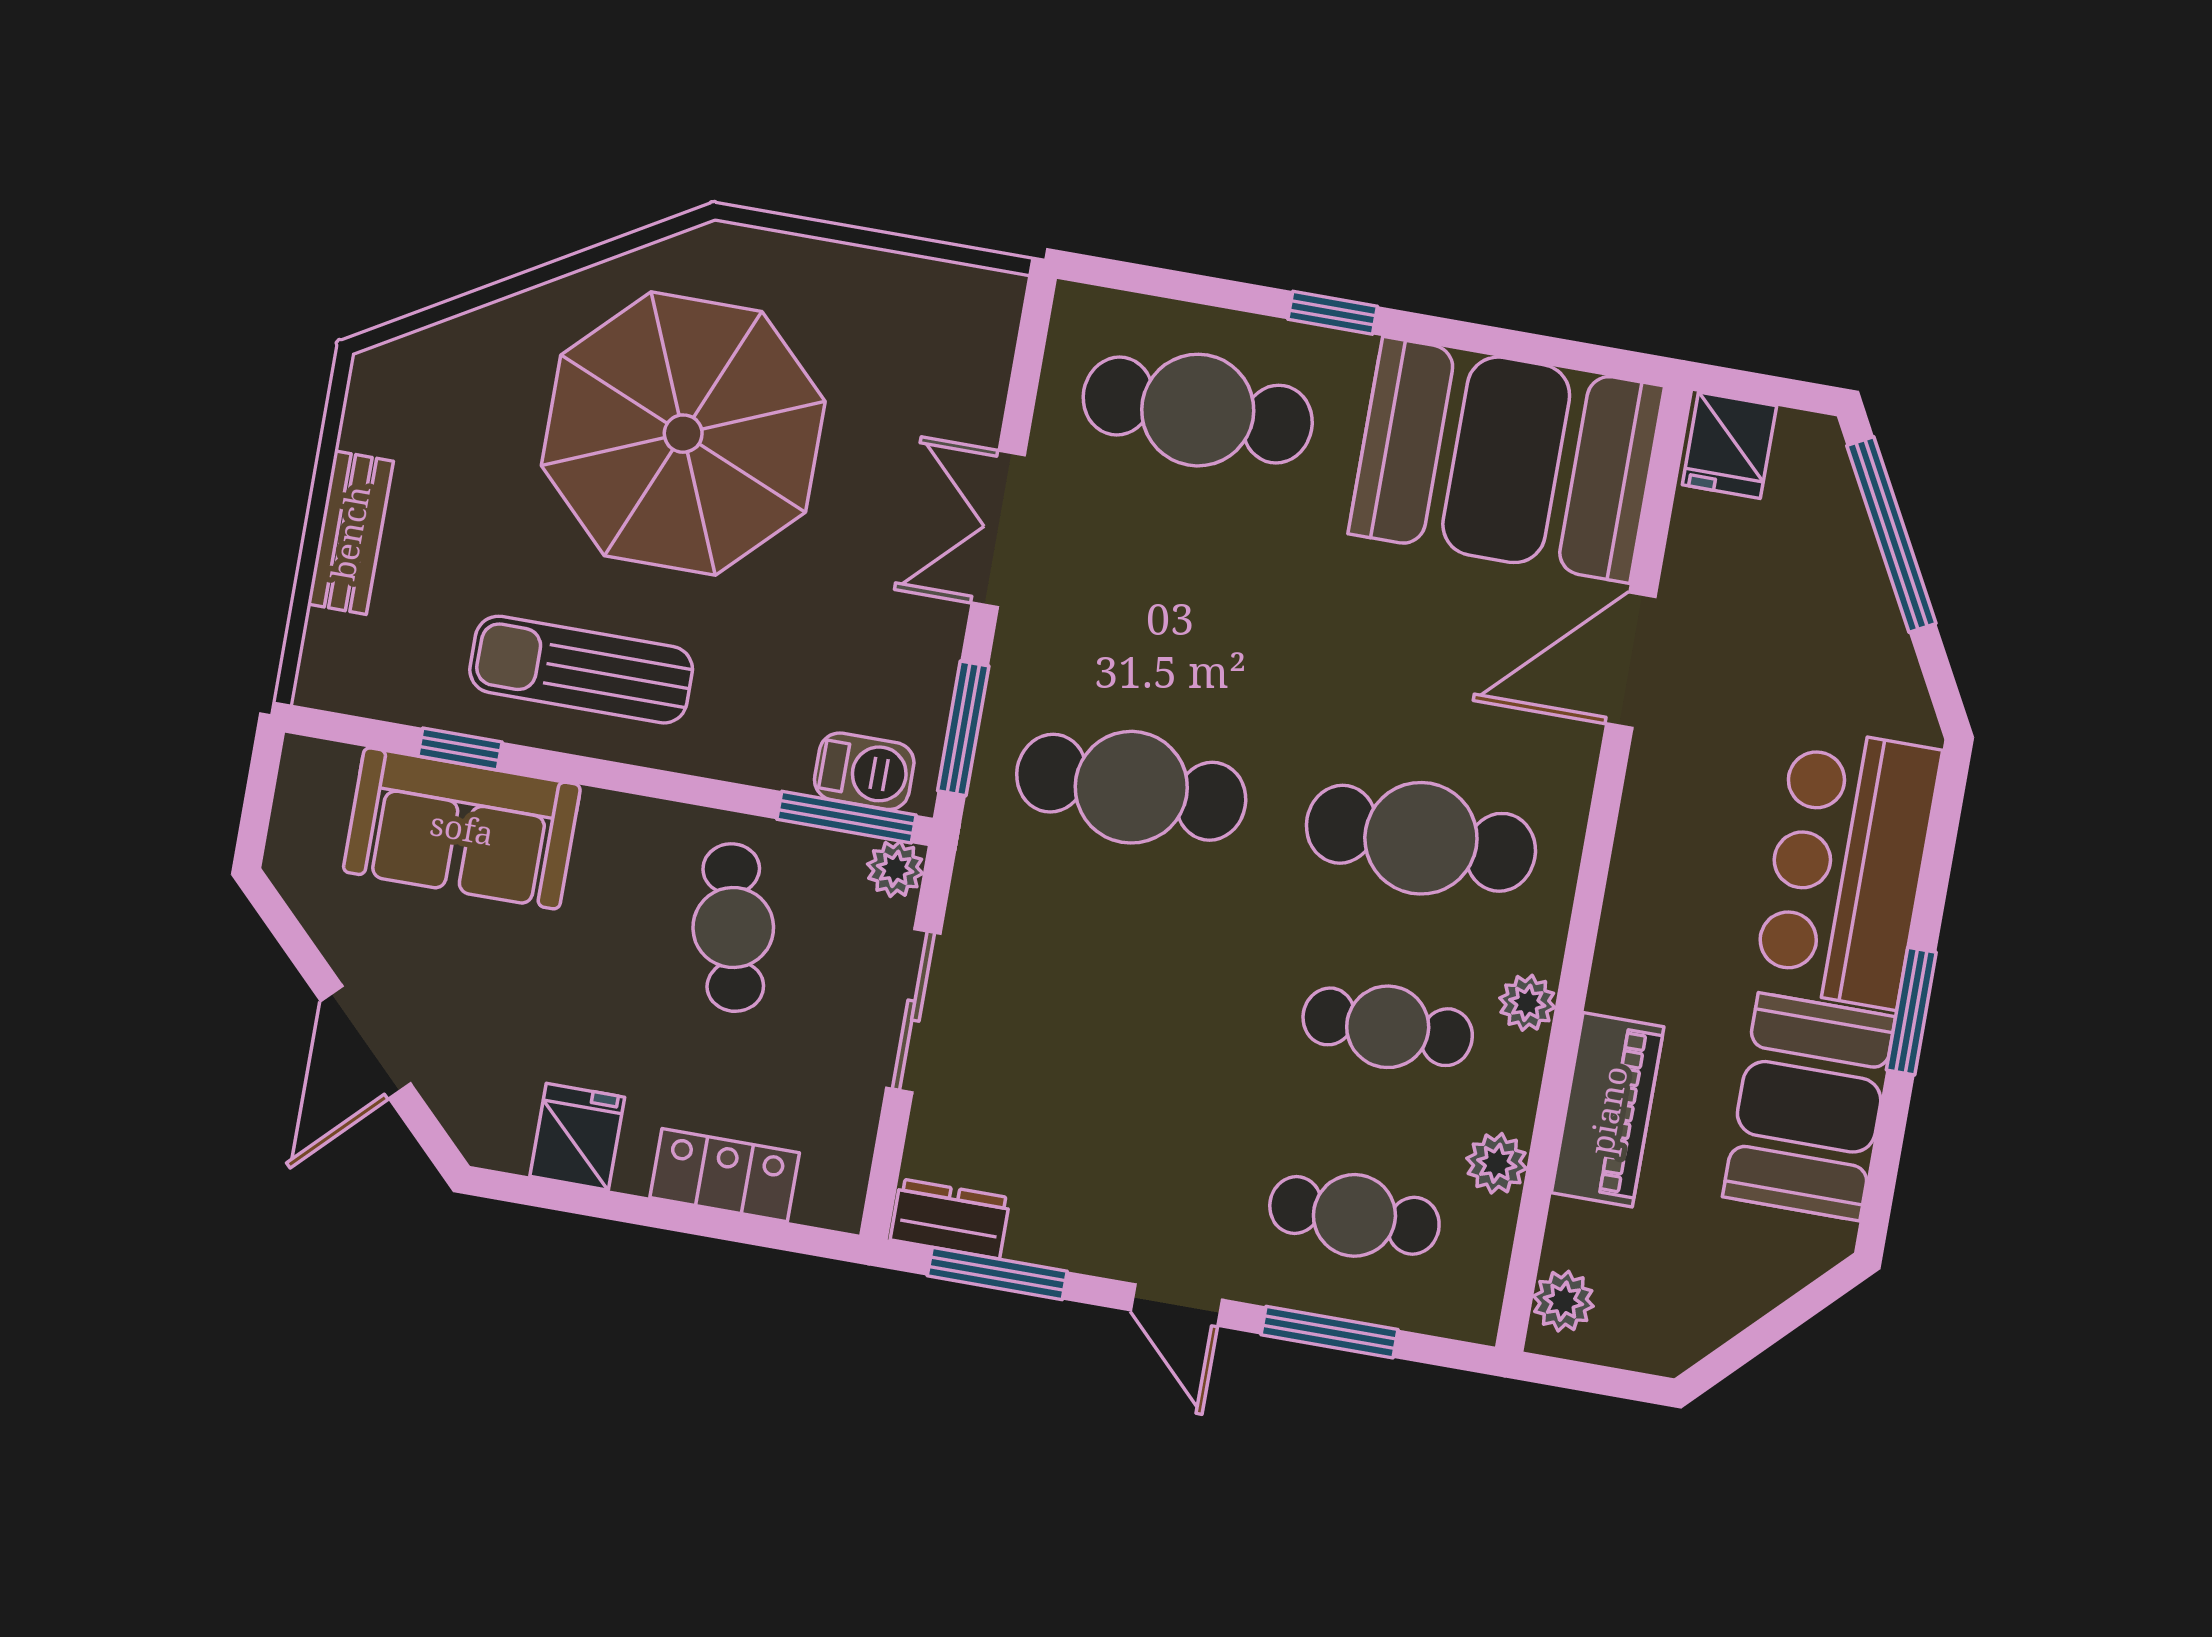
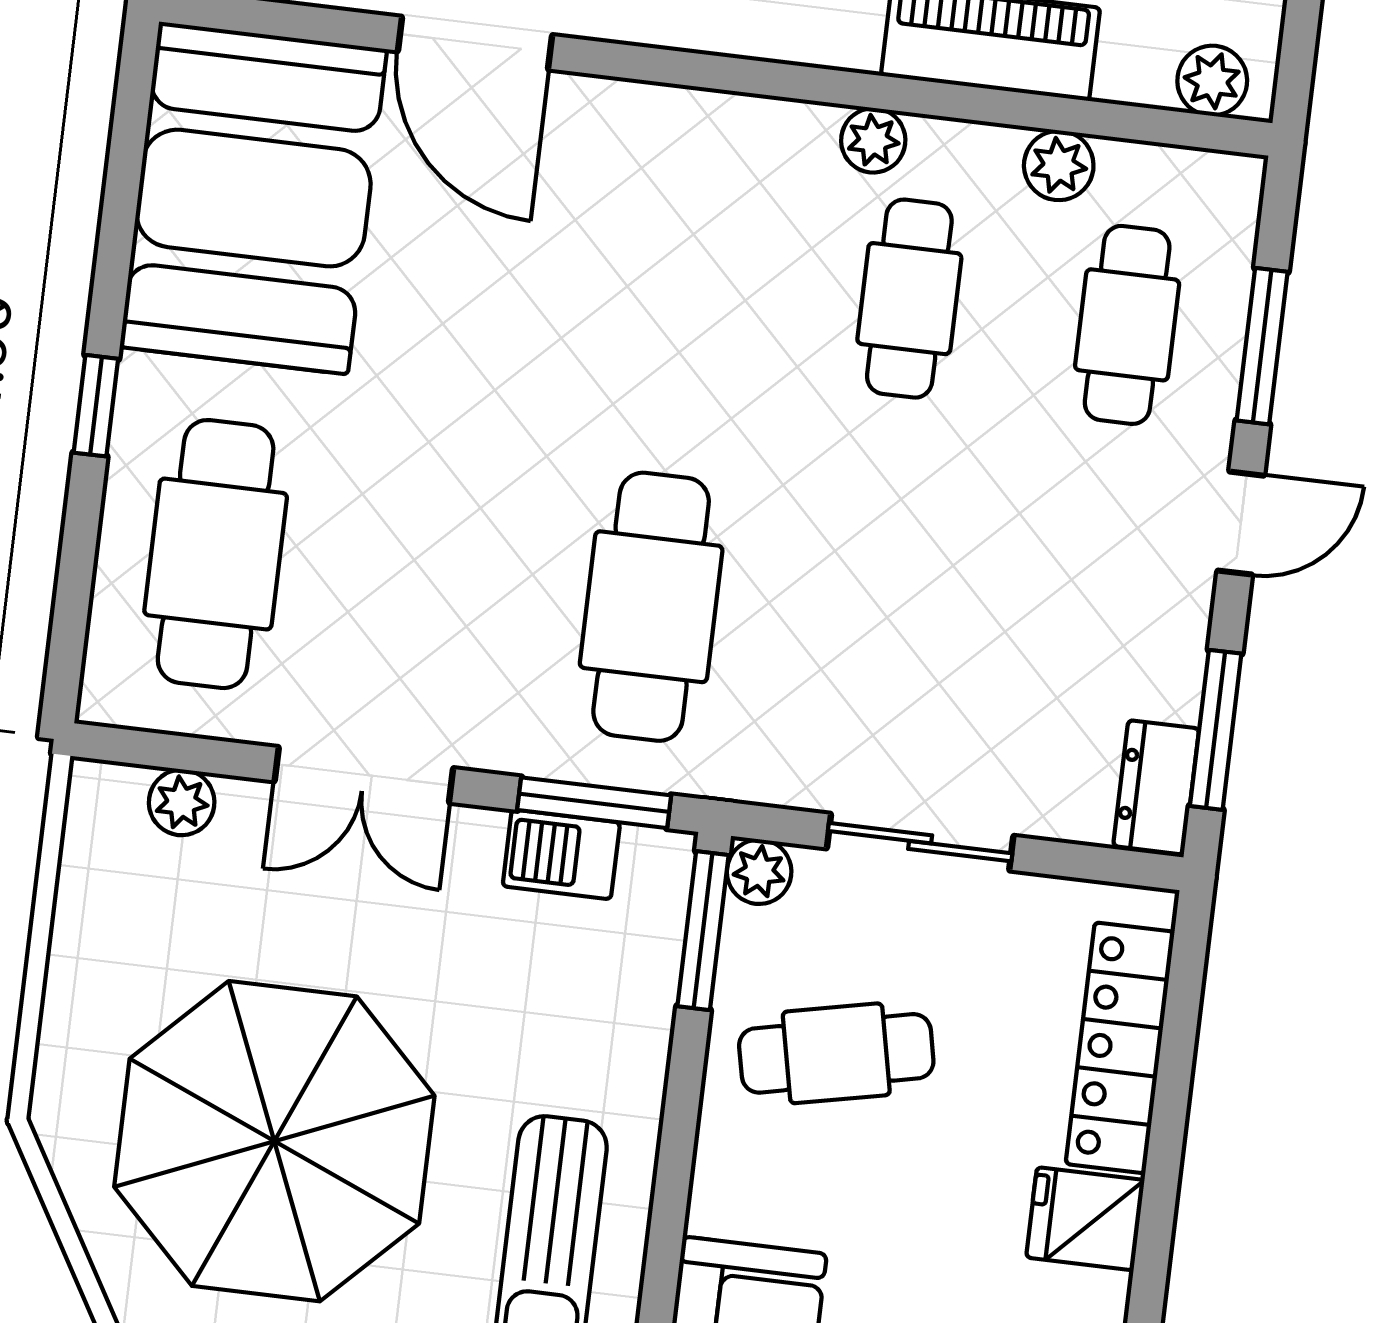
plant: (983, 369) -> (182, 802), added
barbecue: (864, 771) -> (561, 854), moved, turned -90
cafe table: (1421, 838) -> (692, 272), removed
locker: (725, 1175) -> (1120, 1048), width x1.53

